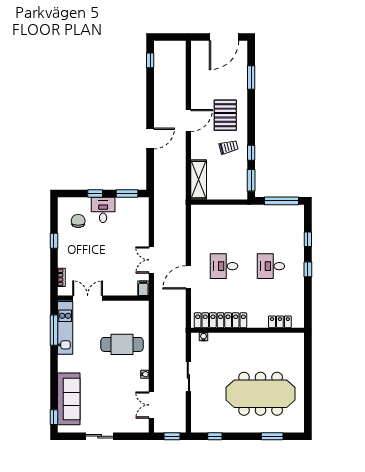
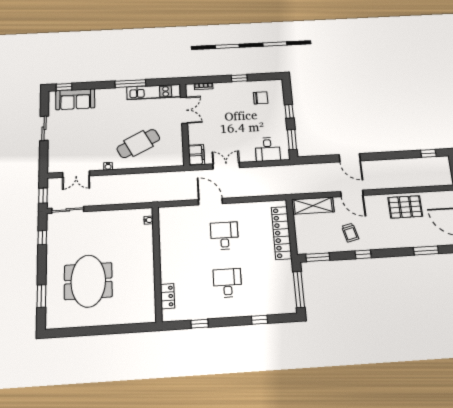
pallet: (225, 115) -> (405, 207), moved
door: (188, 120) -> (352, 193), moved
window: (251, 153) -> (363, 254), moved
desk: (103, 210) -> (268, 149), moved, turned 90
window: (308, 269) -> (200, 324), moved
filing cabinet: (143, 288) -> (196, 155), width x2.00
locker: (220, 320) -> (282, 233), moved, turned 180
window: (54, 330) -> (130, 84), moved
cafe table: (122, 344) -> (138, 144), turned 63
sliding door: (188, 376) -> (68, 210), moved
meeting table: (261, 394) -> (88, 281), width x0.73
sofa: (69, 399) -> (75, 99), width x0.73
double door: (151, 405) -> (76, 174), swing flipped

